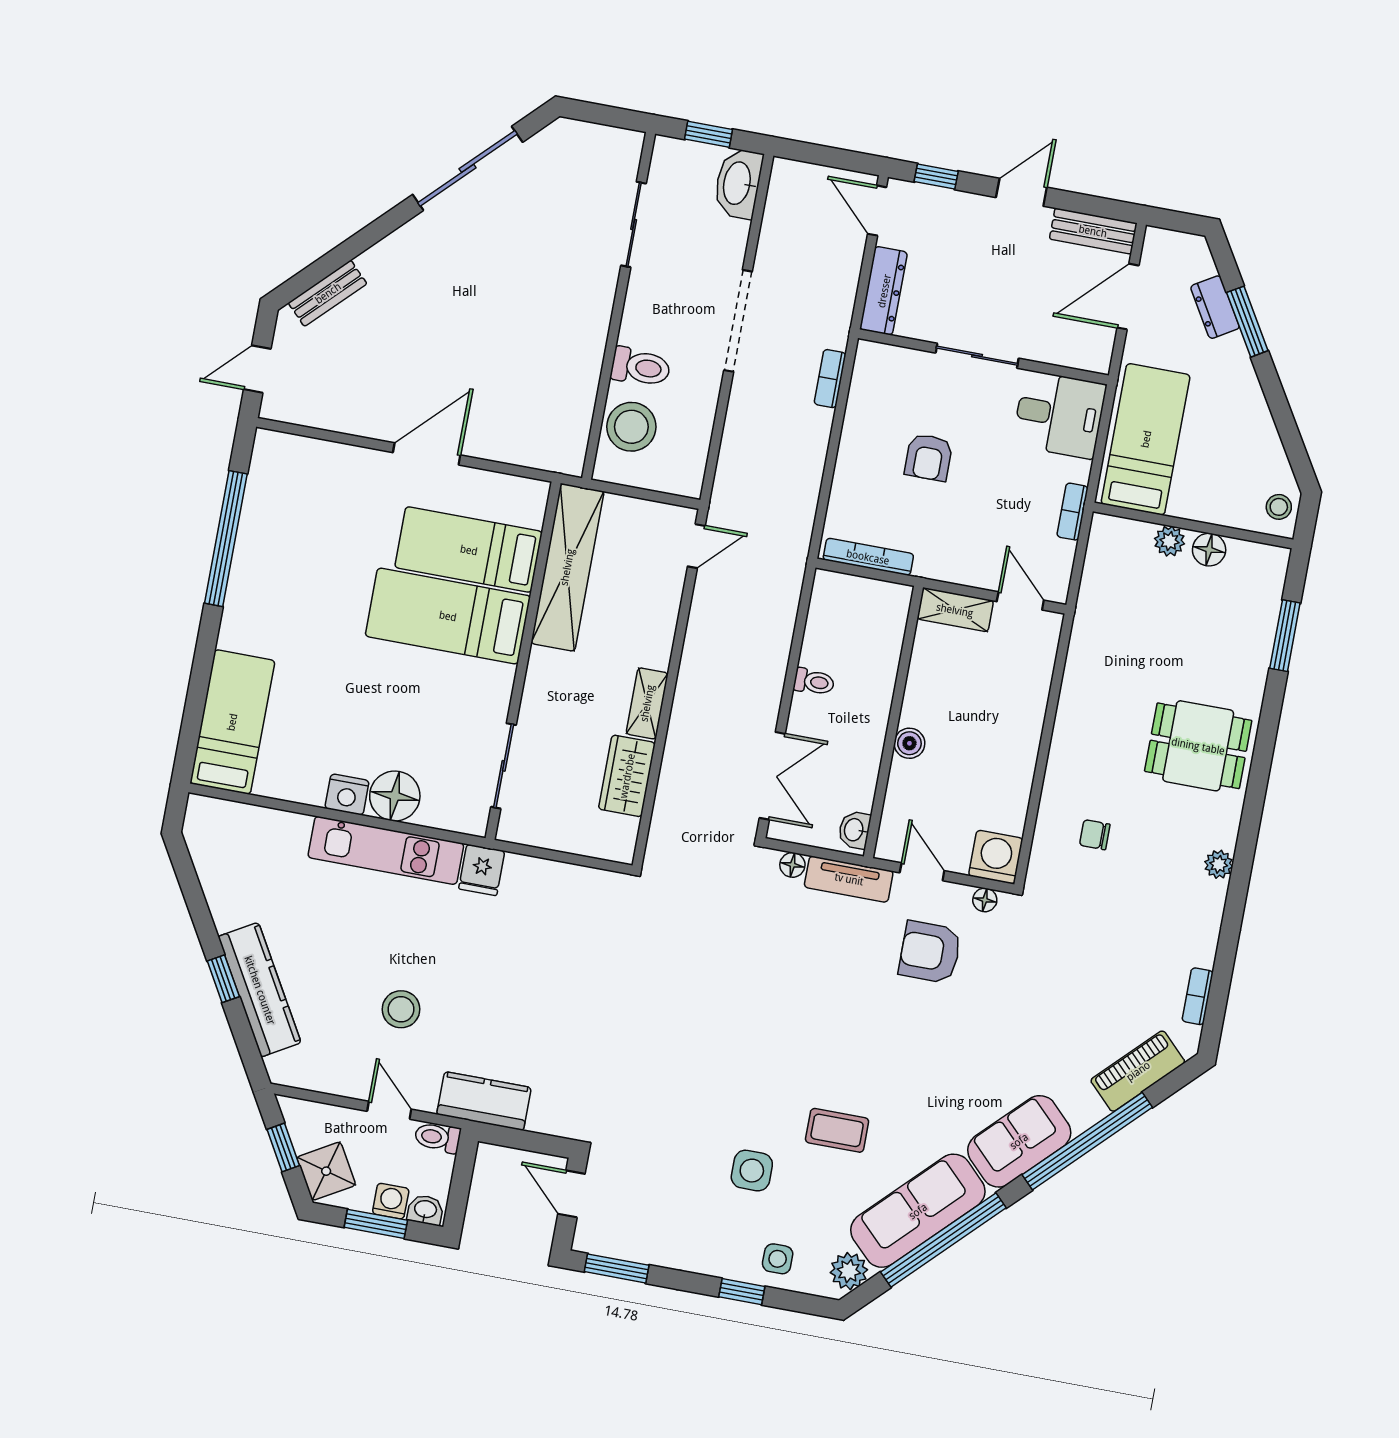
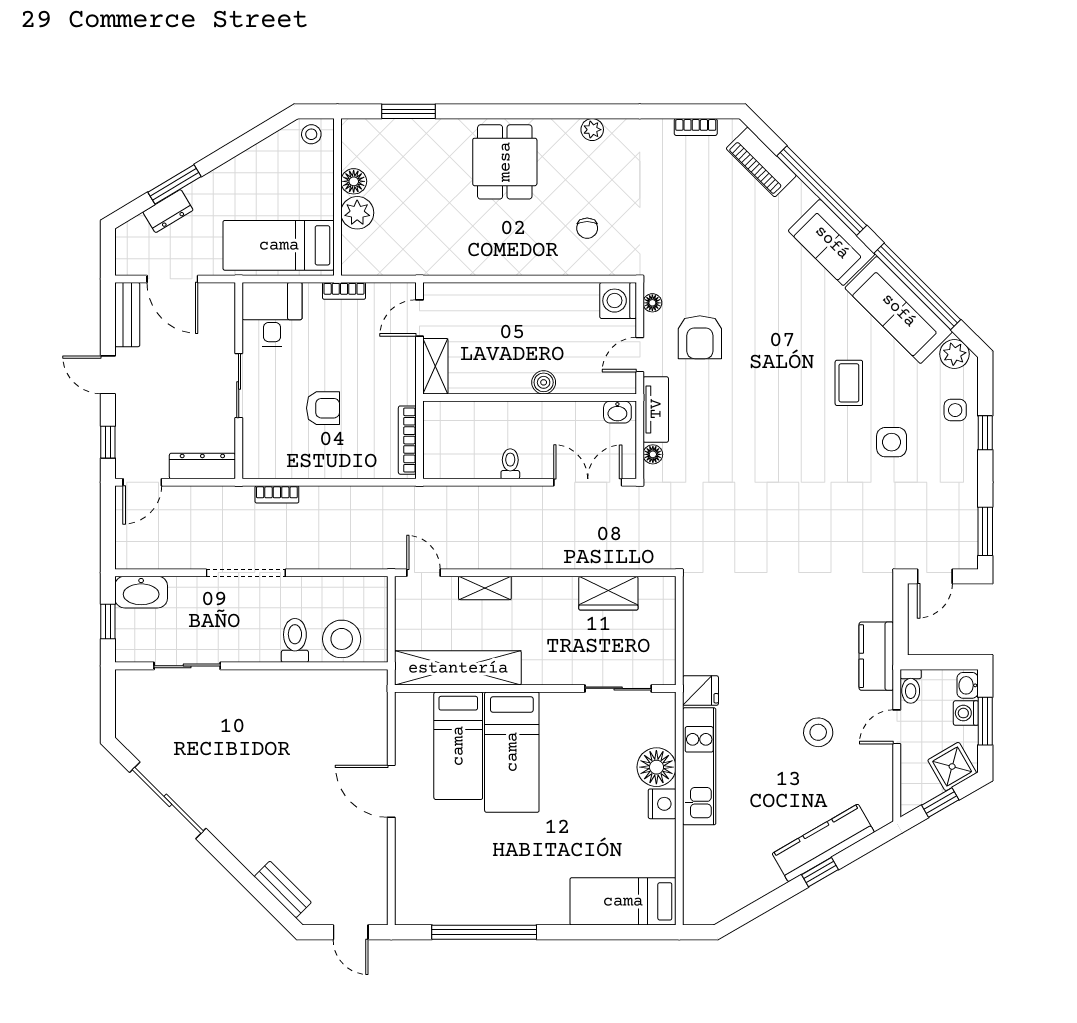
plant: (1169, 541) -> (357, 213), width x1.38, depth x1.38
shelving: (647, 703) -> (485, 588), moved

